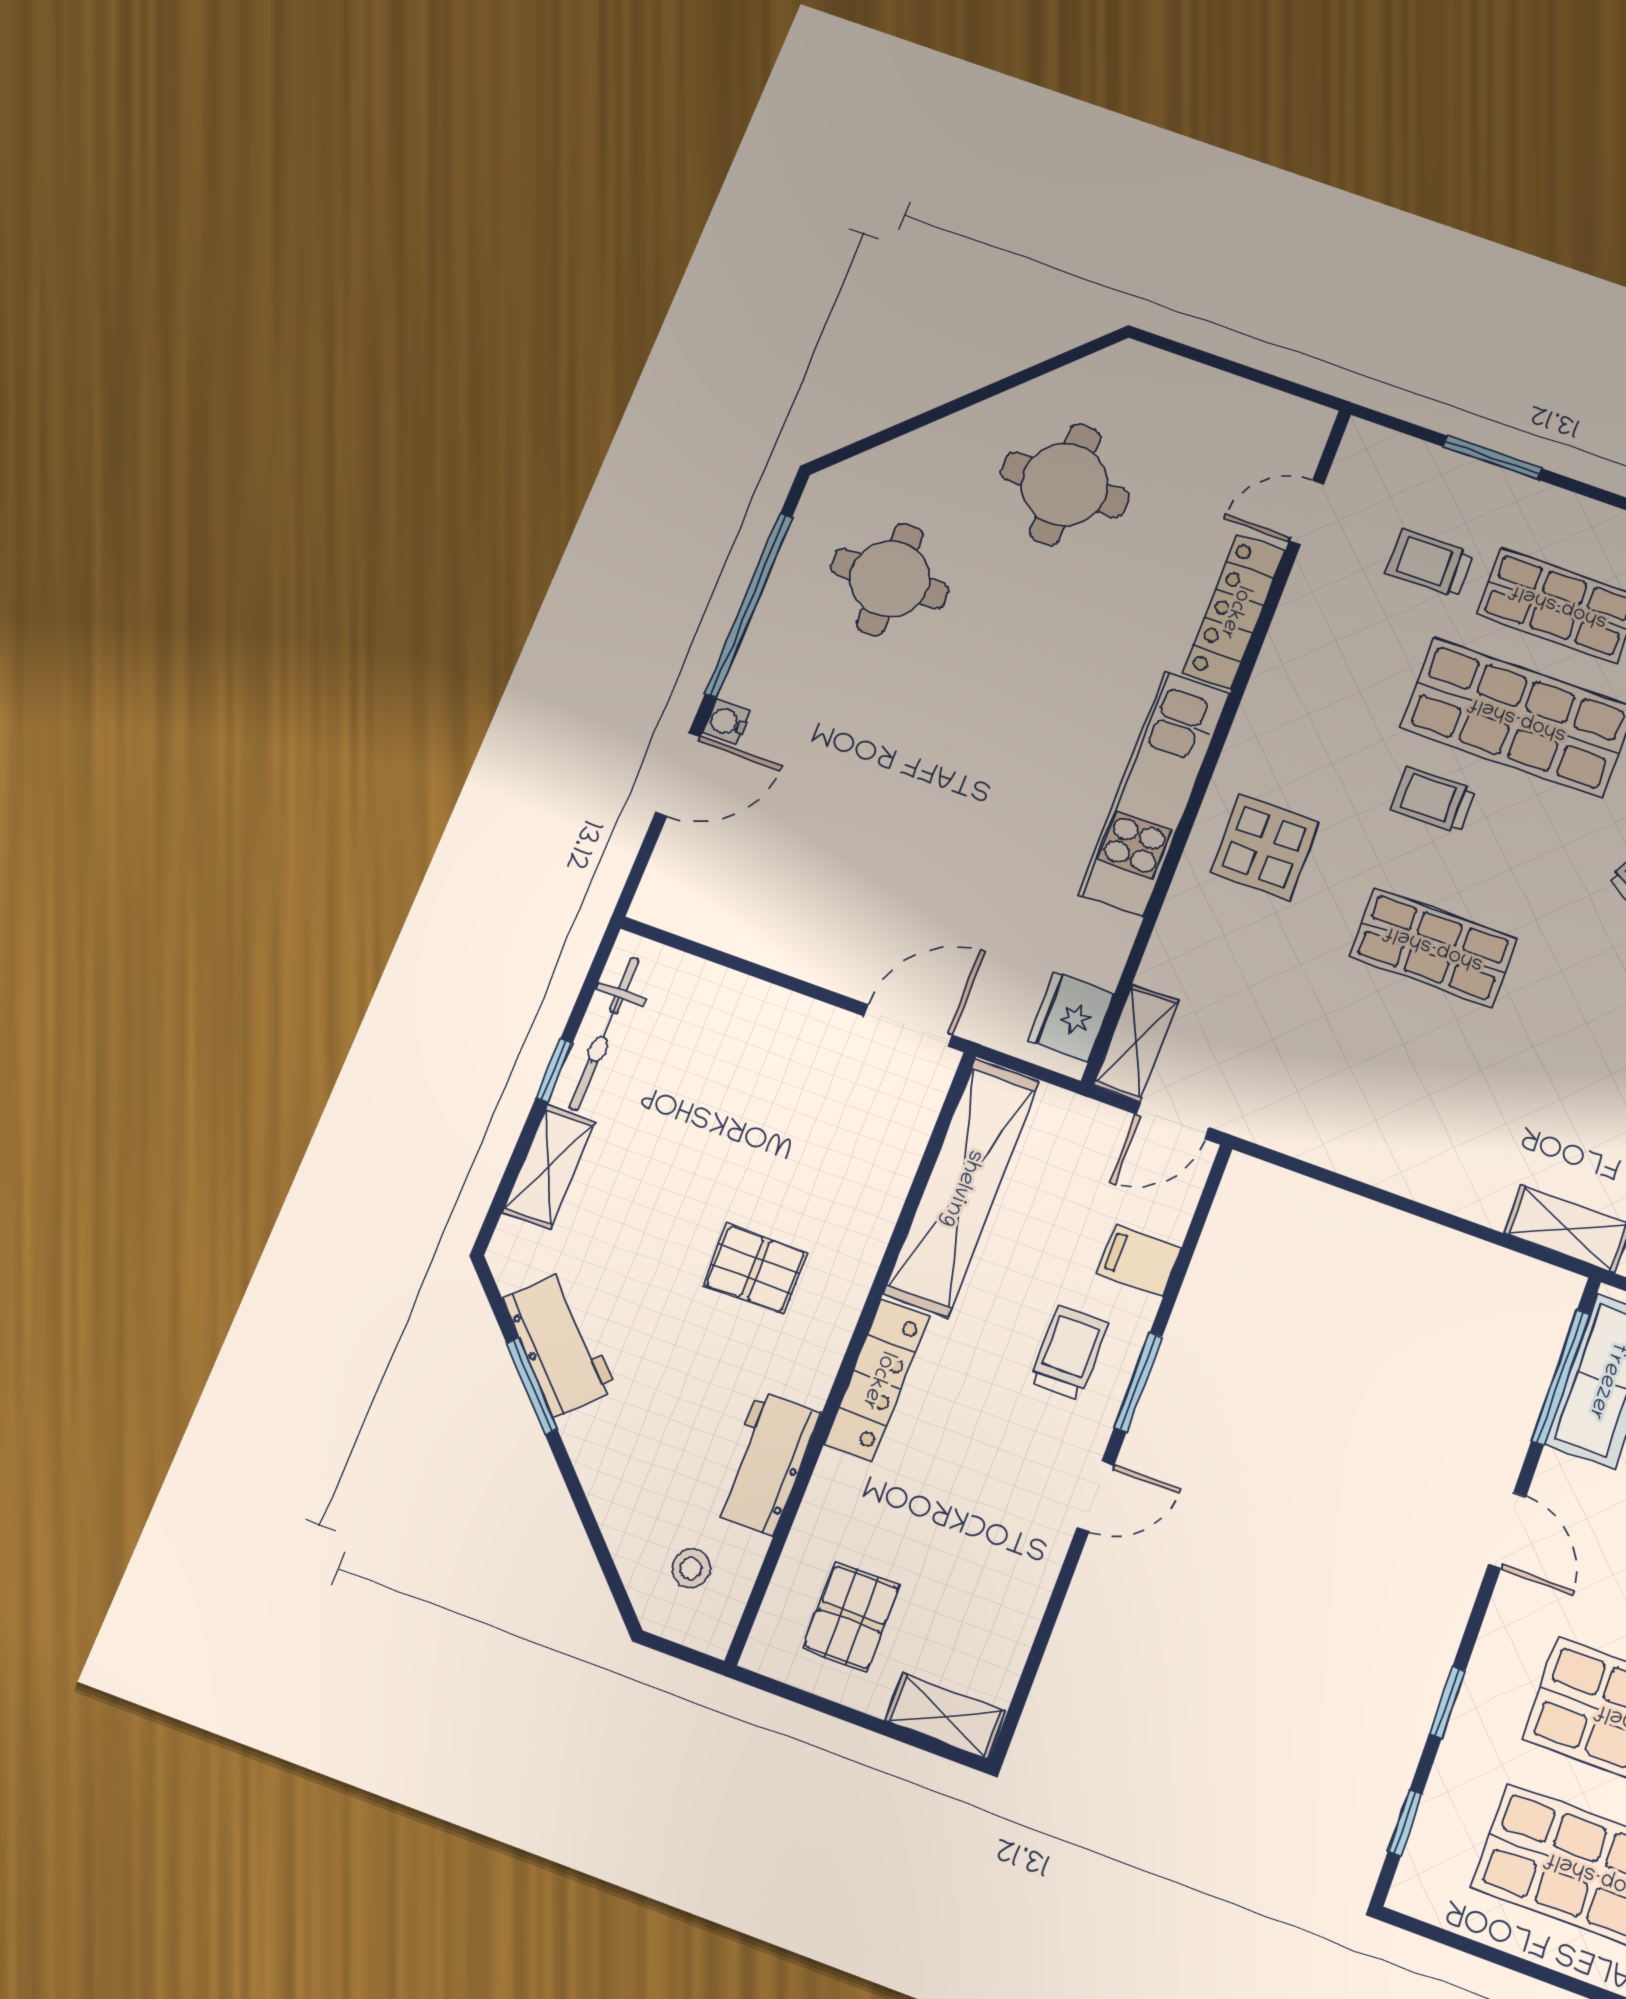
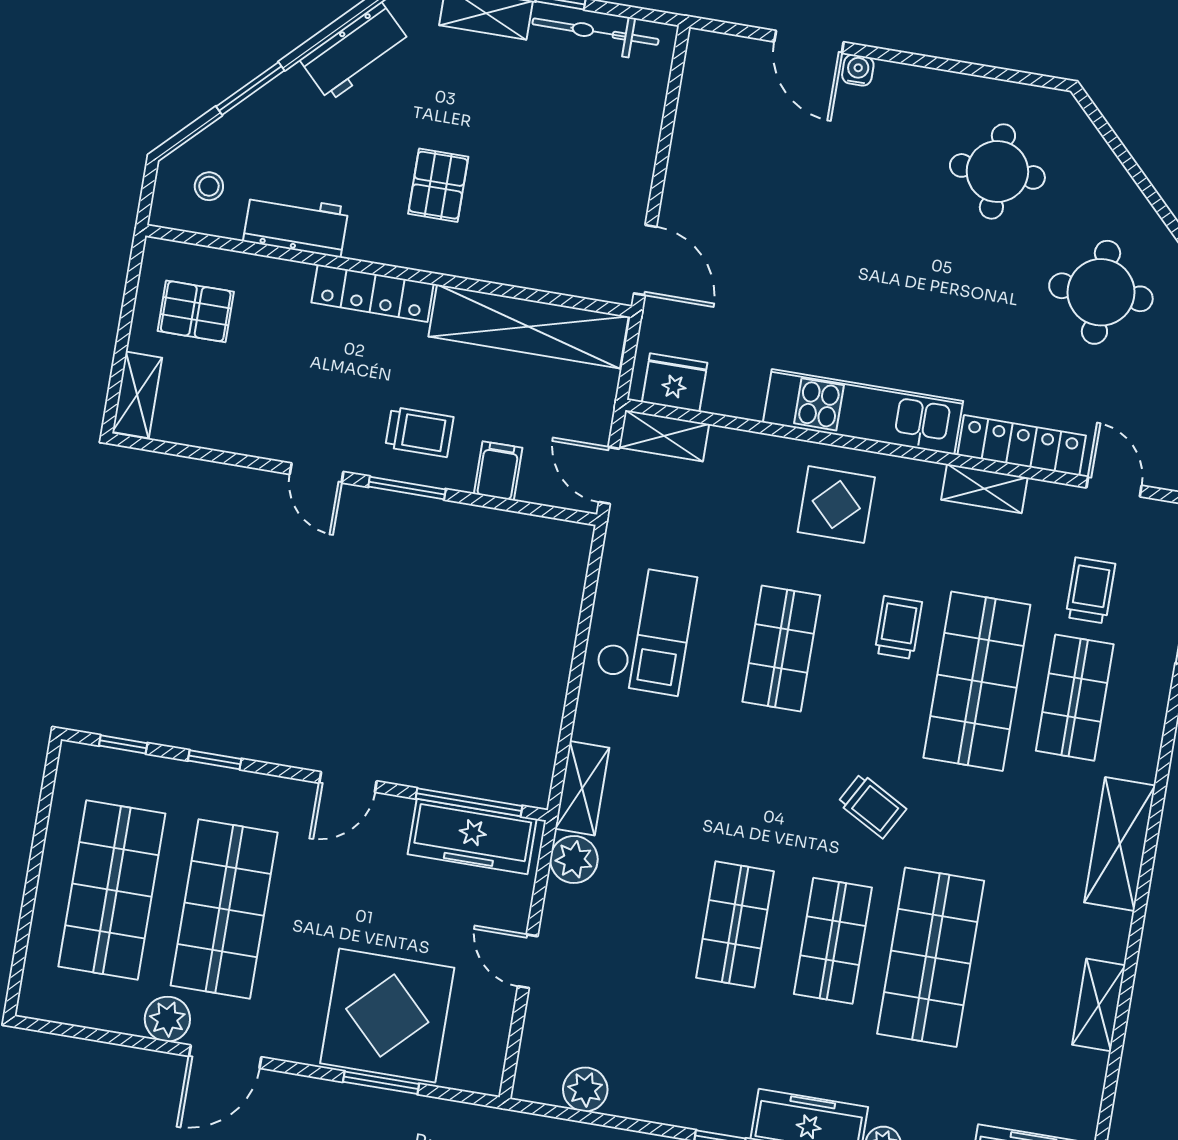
window: (749, 605) -> (955, 66), removed
shelving: (1279, 665) -> (984, 489), added
checkout: (1378, 1111) -> (646, 630), added
window: (532, 1386) -> (250, 88), moved

